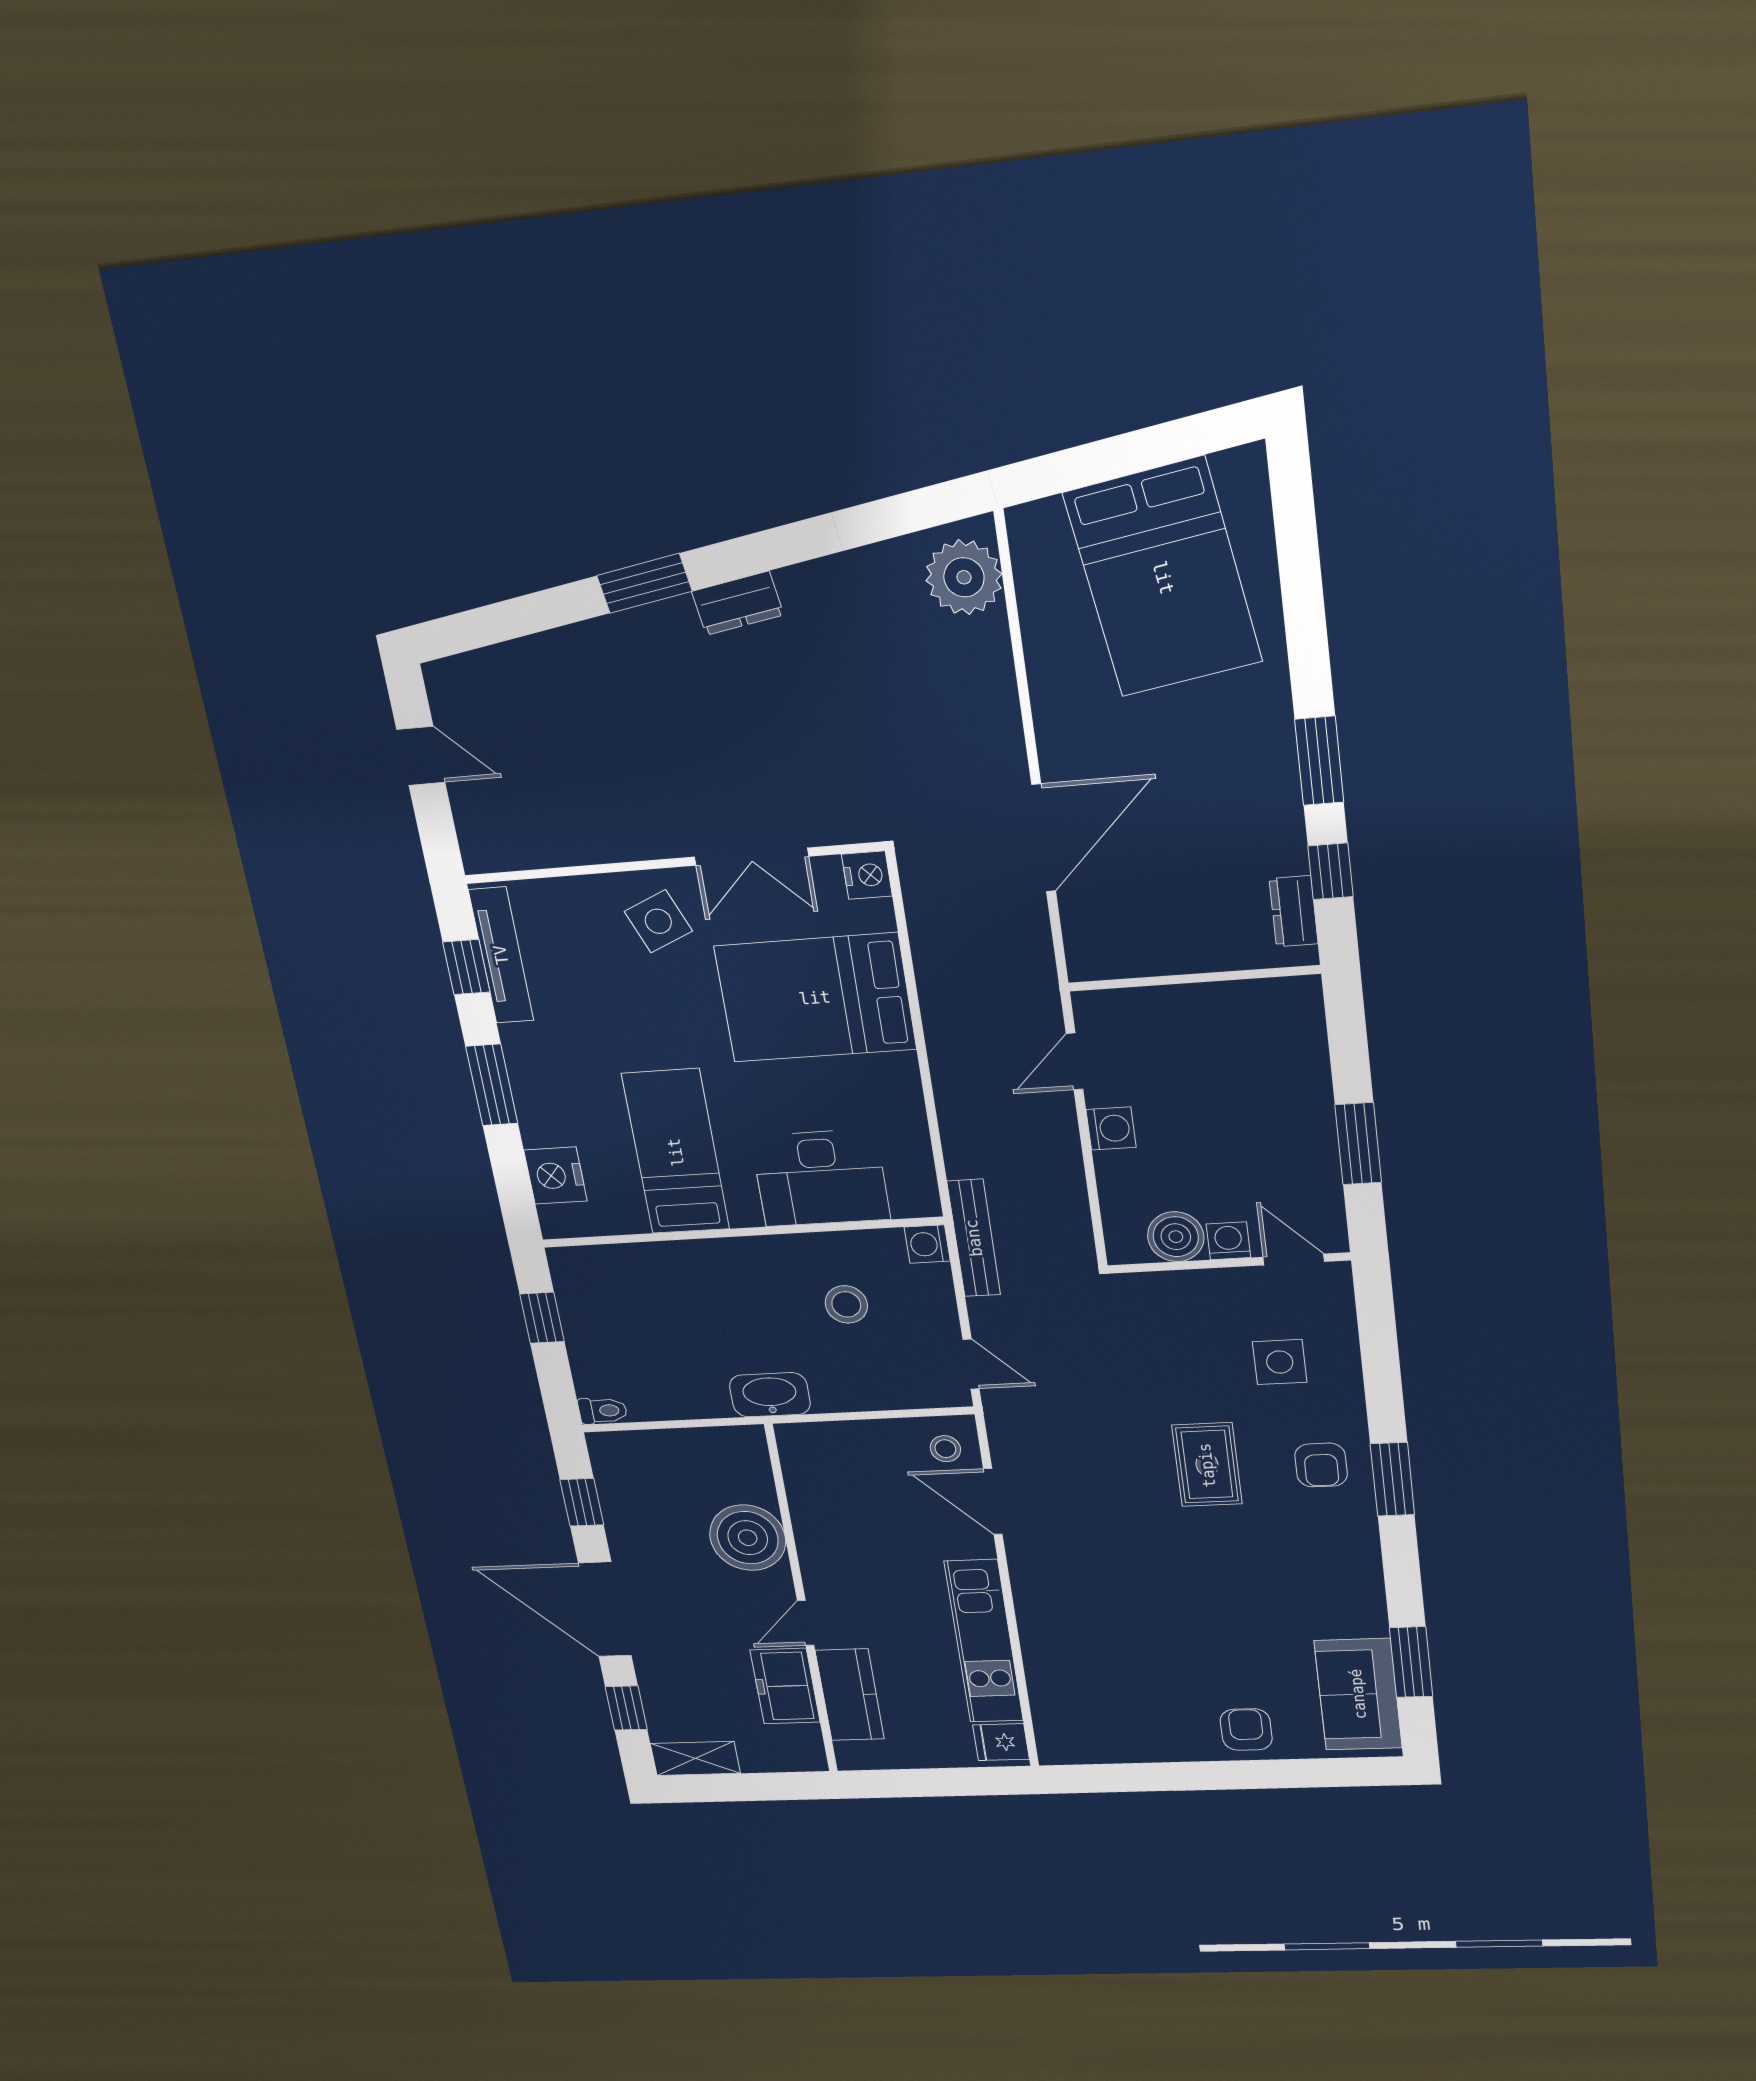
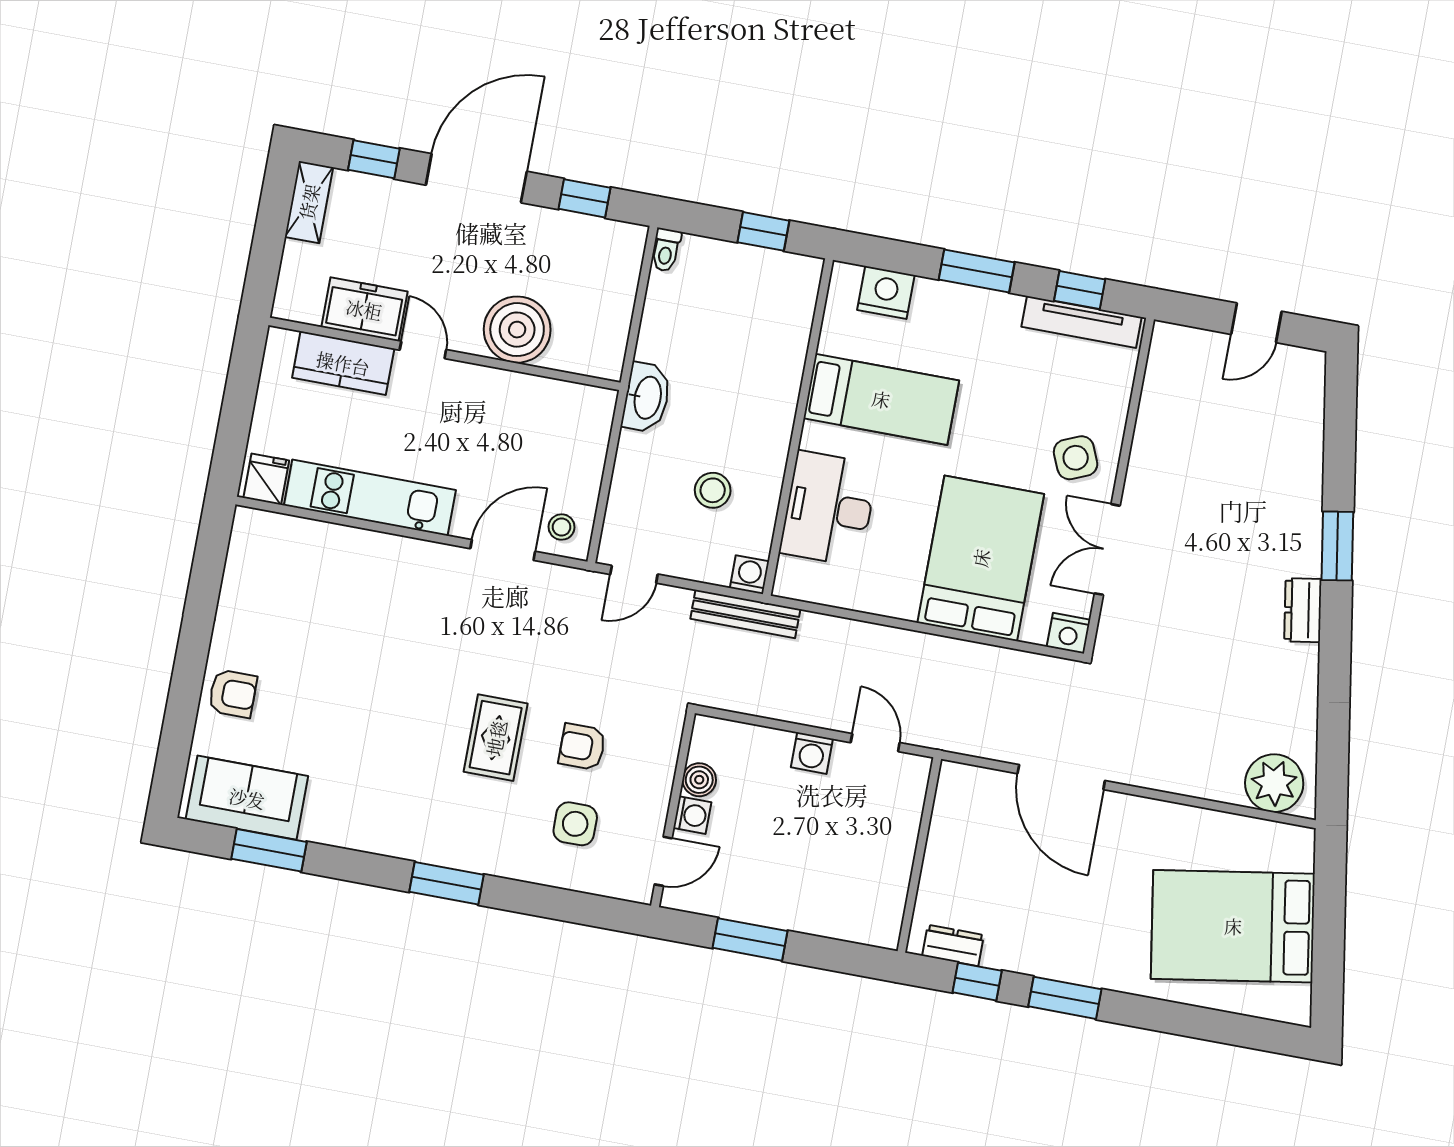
boiler: (1176, 1237) -> (699, 780), width x0.73, depth x0.73
rug: (1207, 1465) -> (496, 738), turned 90
armchair: (1321, 1465) -> (582, 747), moved

